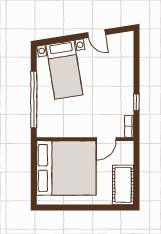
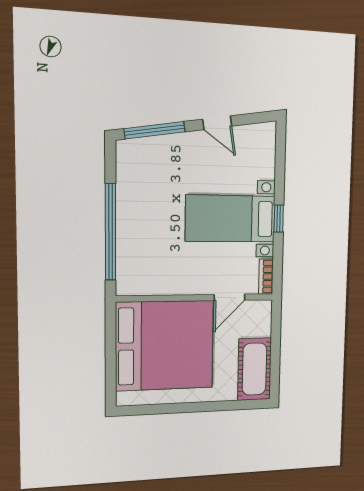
window: (59, 40) -> (155, 130), added
bed with nightstands: (64, 70) -> (231, 219), moved, turned 99
window: (136, 102) -> (279, 219), moved

